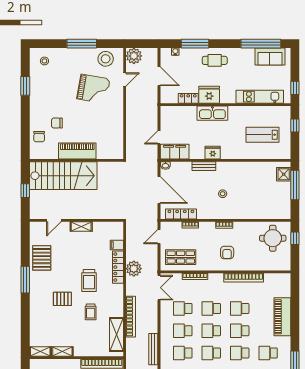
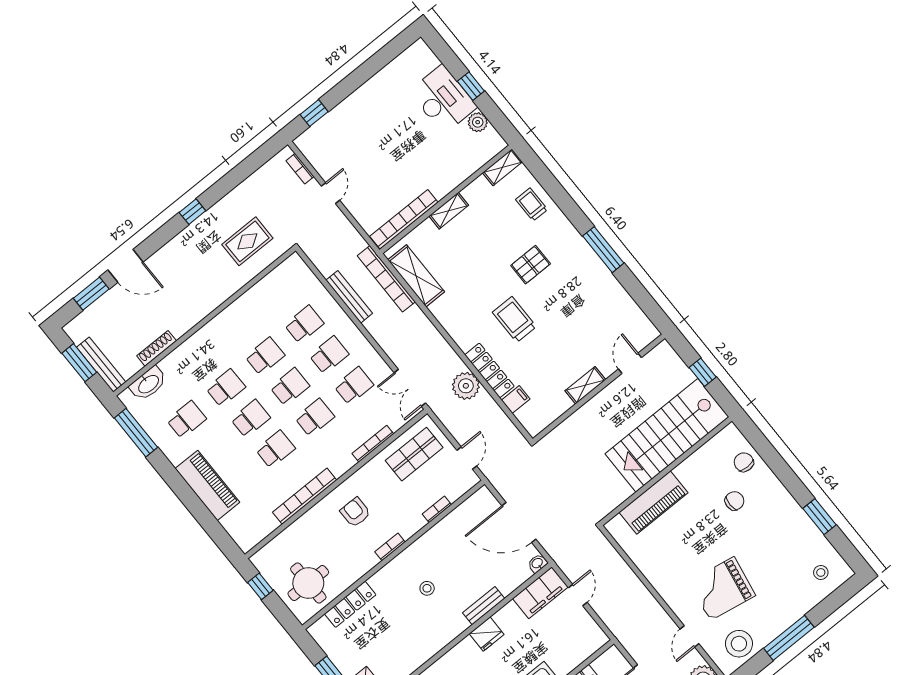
piano: (77, 151) -> (654, 503), moved
locker: (181, 214) -> (350, 604), moved
window: (295, 238) -> (260, 586), moved
pallet: (42, 258) -> (605, 298), removed
trolley: (91, 312) -> (532, 204), moved
bookcase: (131, 317) -> (386, 279), moved
shelving: (62, 352) -> (449, 211), moved

